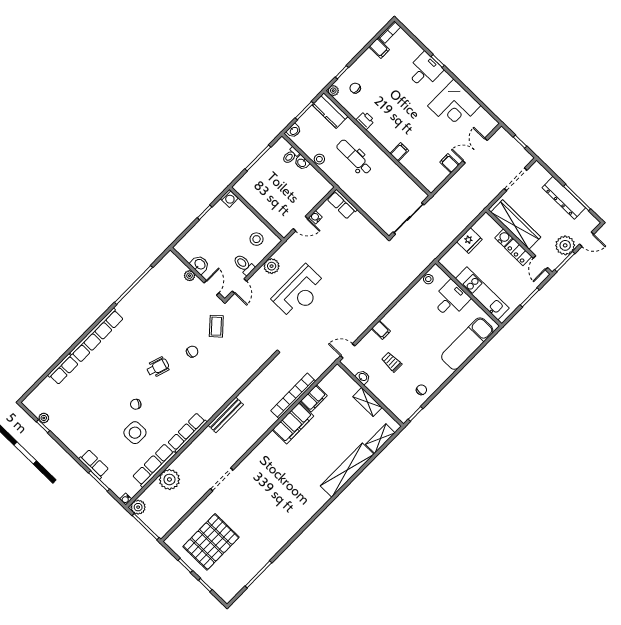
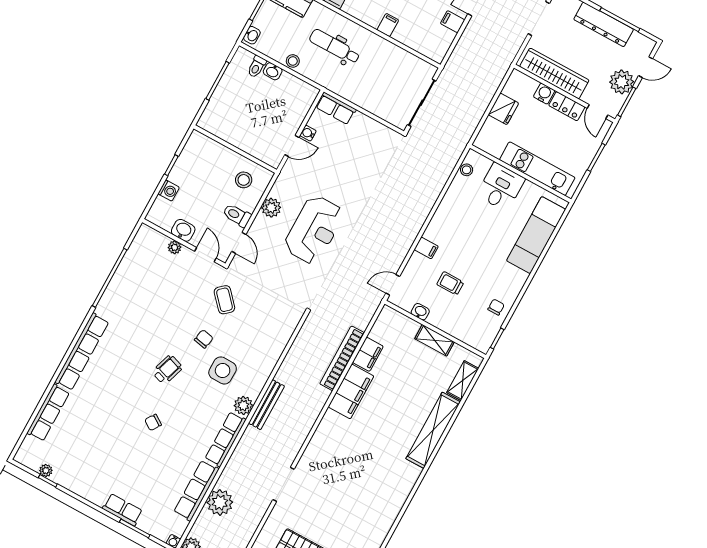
washing machine: (229, 198) -> (169, 191), moved
row of seats: (63, 369) -> (48, 413), width x1.48
plant: (208, 411) -> (243, 405), added
side table: (135, 433) -> (223, 370), moved

